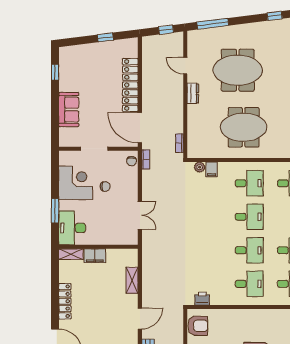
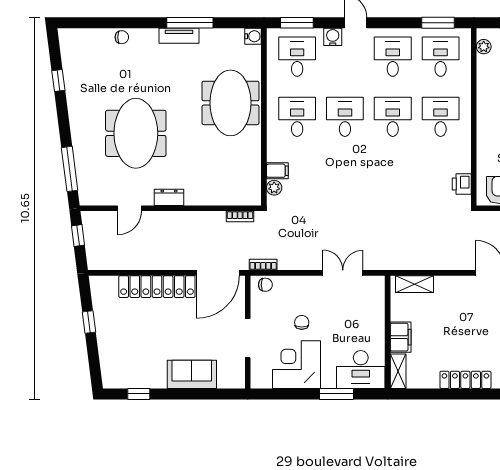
meeting table: (244, 127) -> (231, 103), moved
shelving: (132, 280) -> (415, 284), moved

